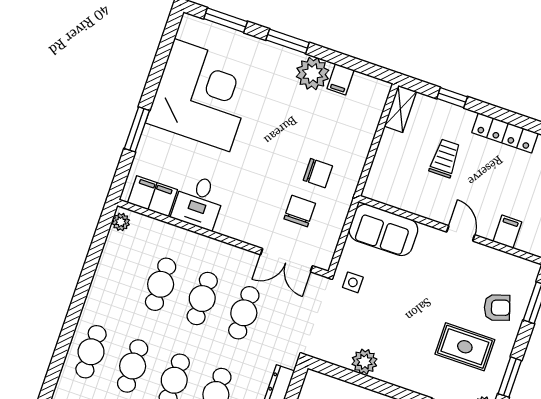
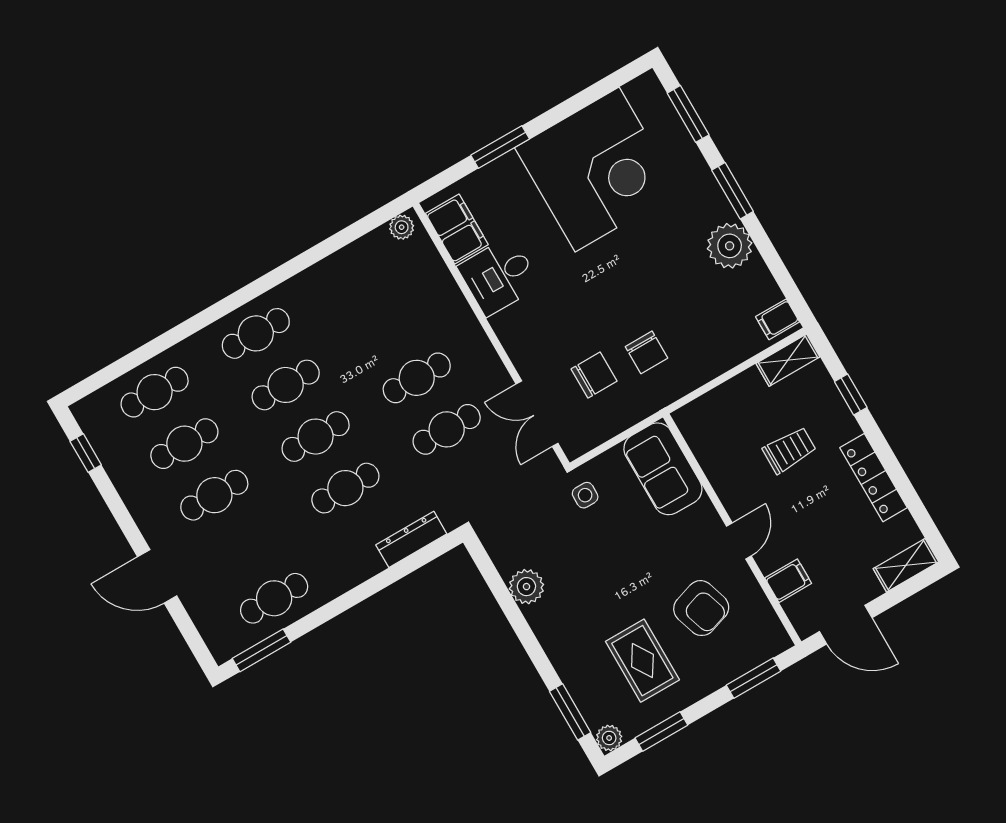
filing cabinet: (341, 79) -> (778, 319), moved
cafe table: (161, 284) -> (387, 326), removed
armchair: (497, 308) -> (701, 608), moved, width x1.38, depth x1.38

